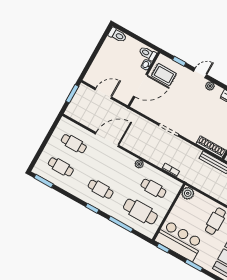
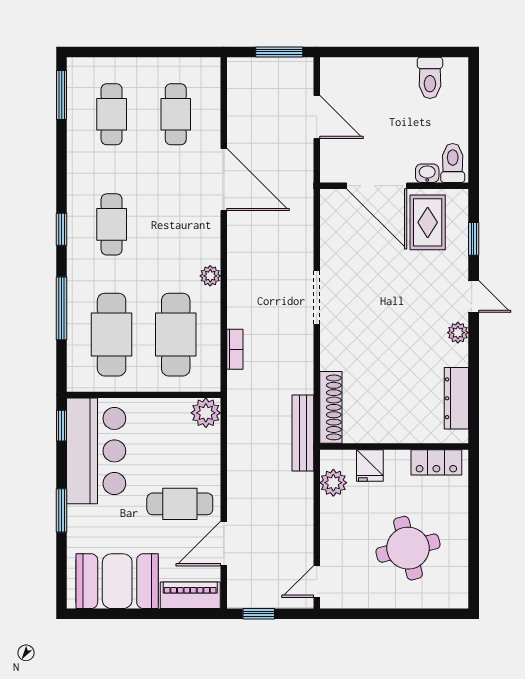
toilet: (117, 35) -> (430, 78), moved
cafe table: (153, 188) -> (176, 335), width x1.37, depth x1.35

